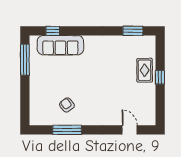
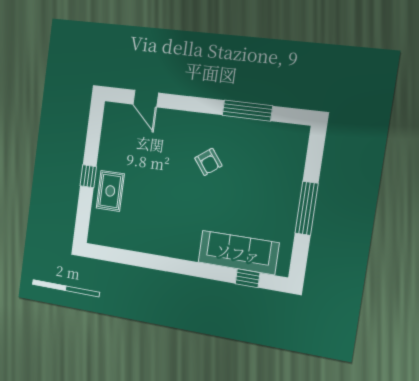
window: (133, 31) -> (120, 256), removed
window: (25, 60) -> (307, 208), moved
armchair: (67, 105) -> (208, 162), moved

